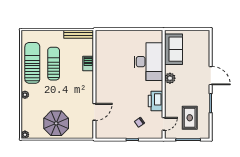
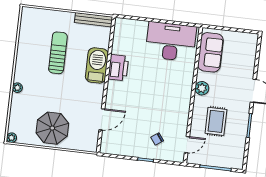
desk: (148, 62) -> (171, 42), moved, turned -90
sun lounger: (32, 63) -> (31, 49), removed
barbecue: (88, 64) -> (97, 65), width x1.88, depth x1.53
printer: (155, 101) -> (118, 68), moved, turned 180
rug: (190, 118) -> (216, 121), moved

